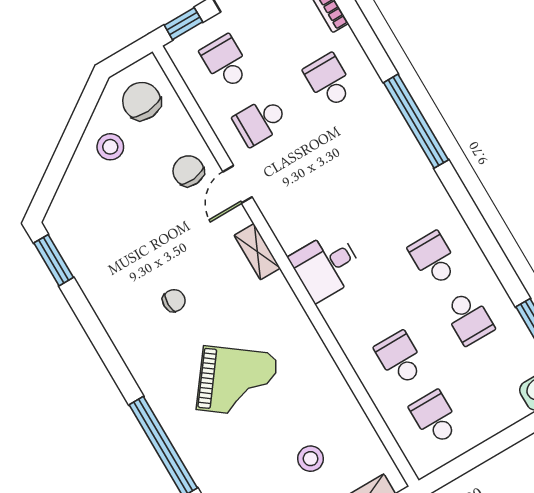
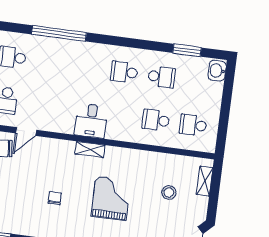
door: (238, 184) -> (26, 132), hinge flipped
shelving: (257, 252) -> (90, 150), moved
grand piano: (237, 382) -> (111, 198), turned -37

